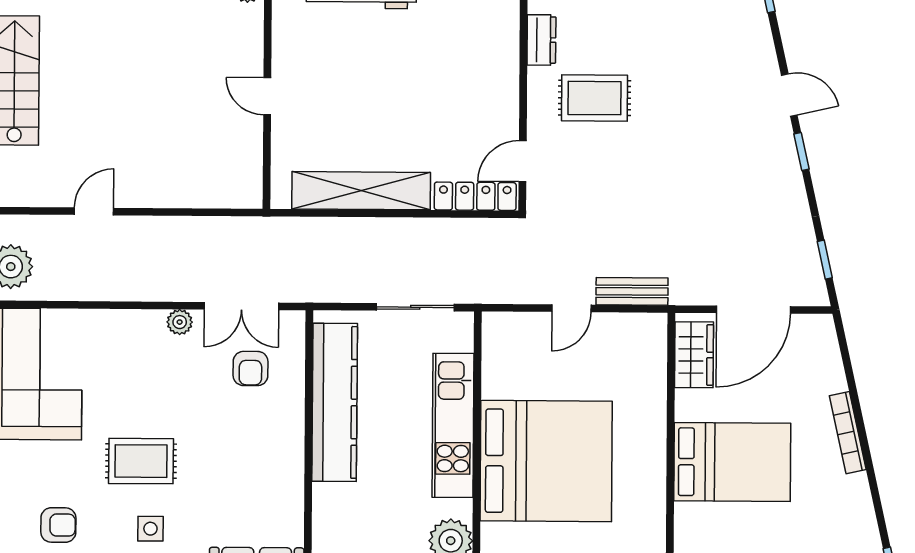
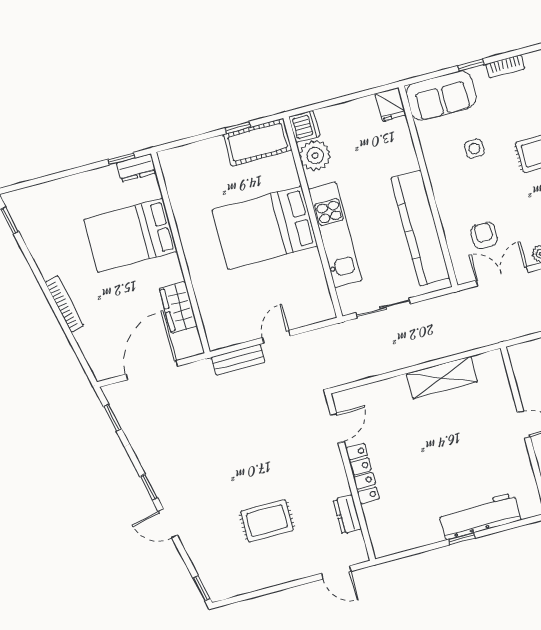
rug: (595, 98) -> (267, 521), moved
shelving: (361, 191) -> (442, 378), width x0.68
locker: (475, 196) -> (362, 473), moved, turned -90
wardrobe: (694, 355) -> (178, 307), moved
bed: (546, 461) -> (265, 228), width x0.73
bed: (732, 462) -> (130, 235), moved
side table: (150, 529) -> (474, 149), moved

